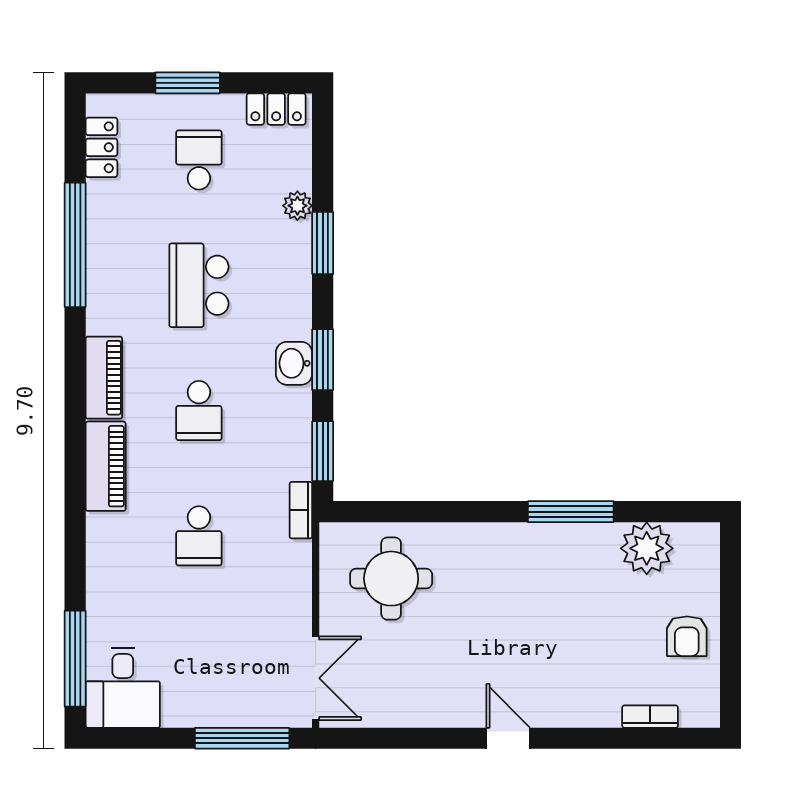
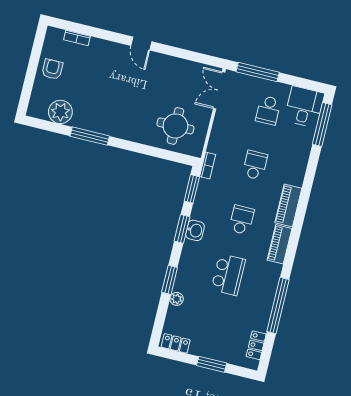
school desk: (199, 160) -> (268, 110), moved

